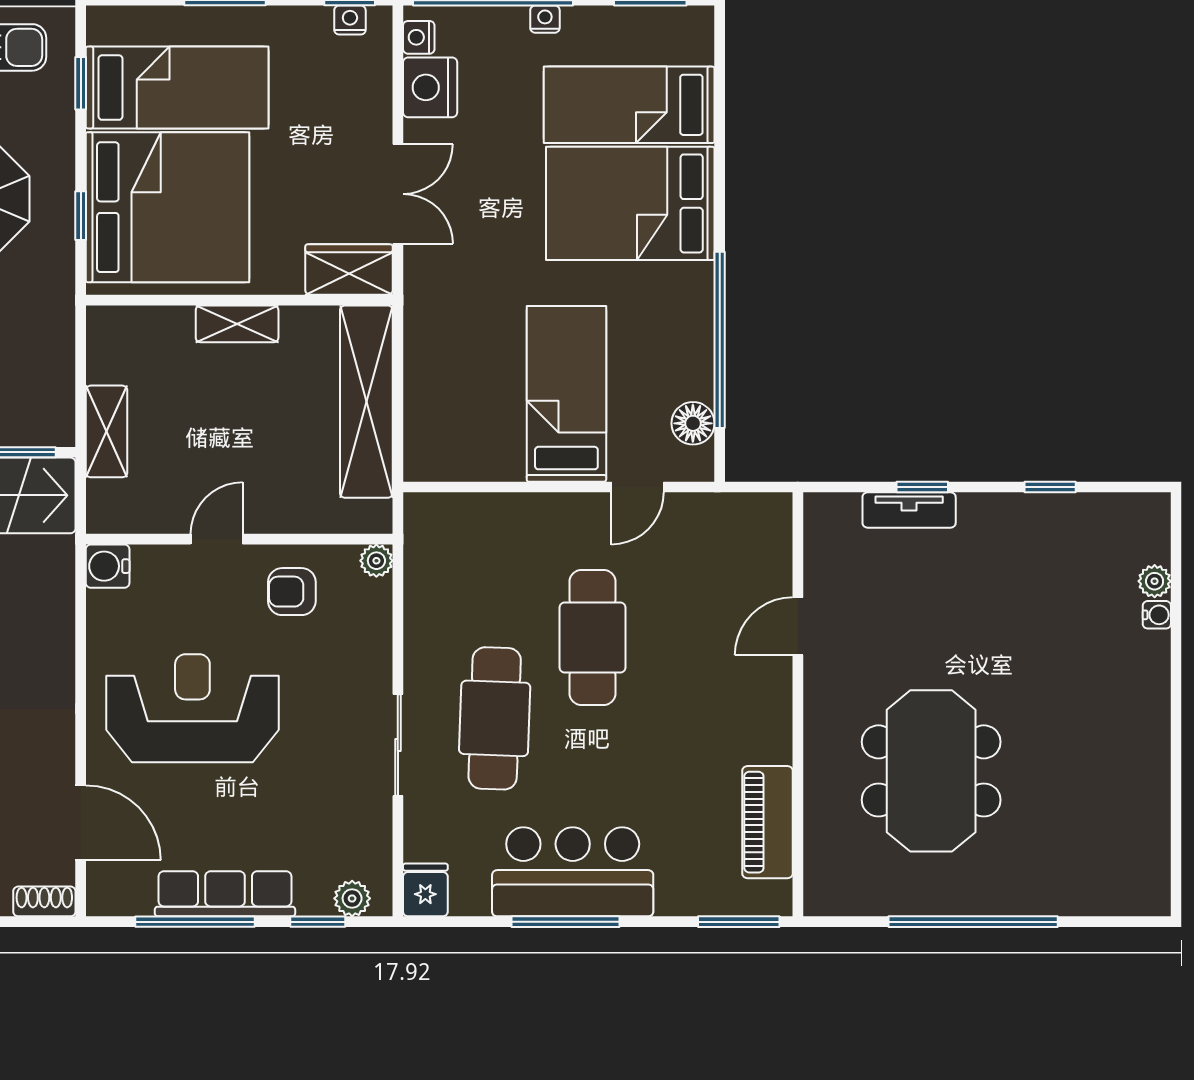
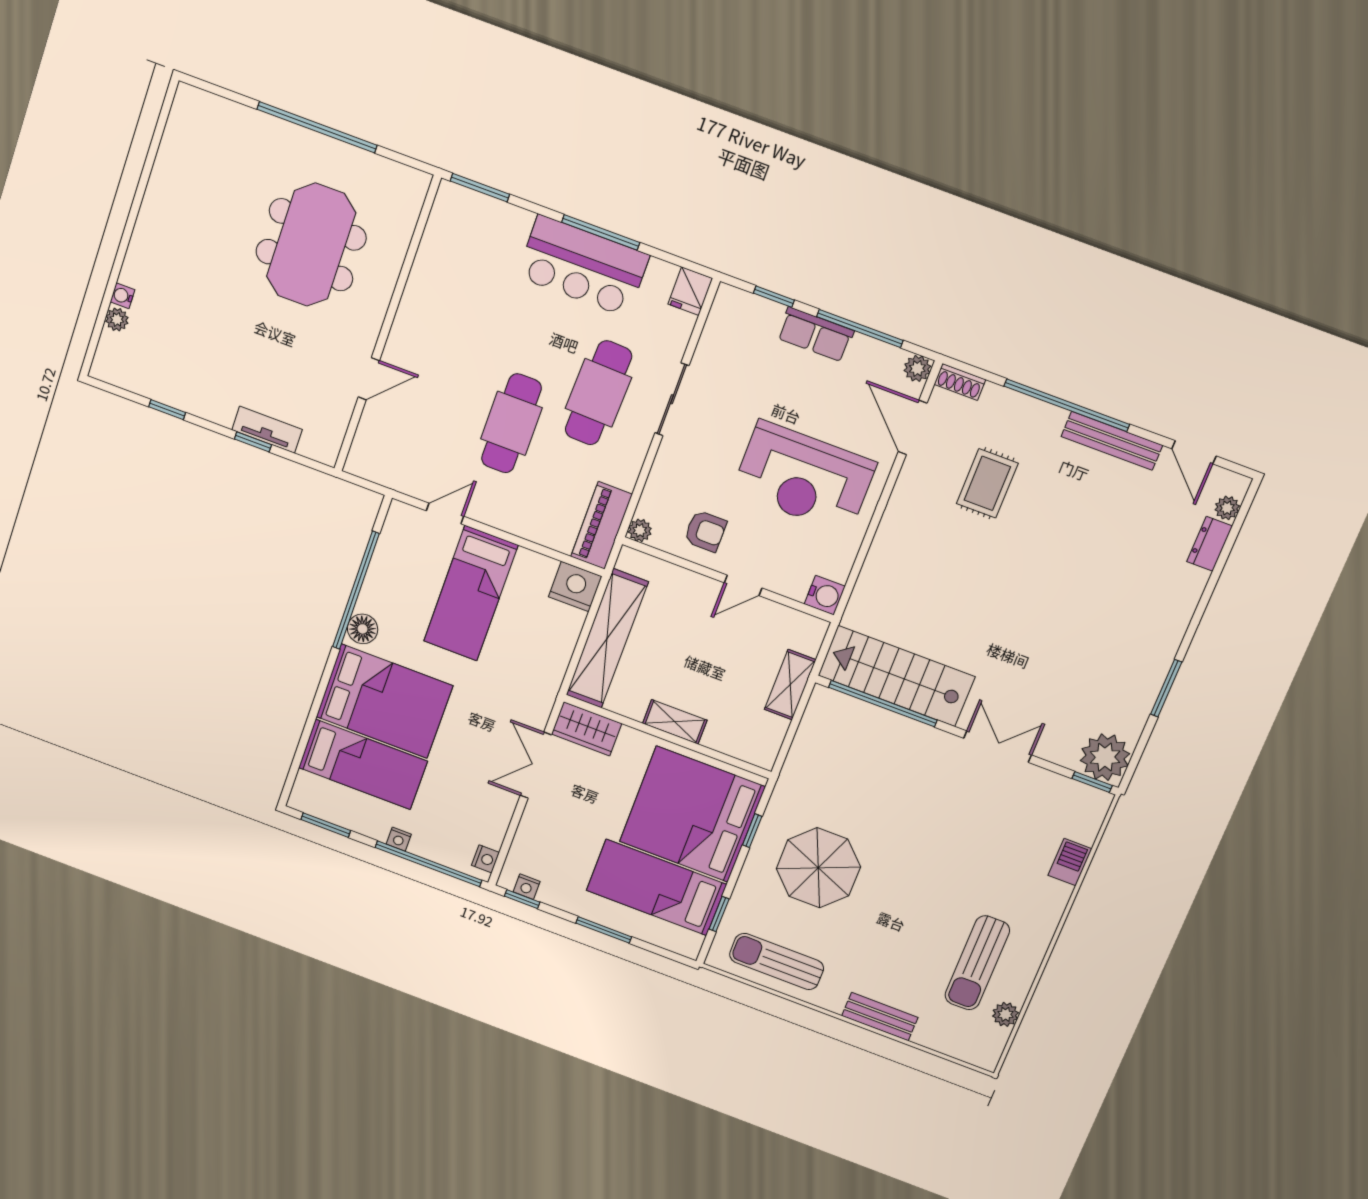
nightstand: (430, 87) -> (575, 587), moved, turned -90
floor lamp: (693, 423) -> (363, 629), moved
piano: (767, 822) -> (602, 525), moved, turned 180
row of seats: (225, 894) -> (815, 334), width x0.68
plant: (352, 898) -> (917, 368), moved

